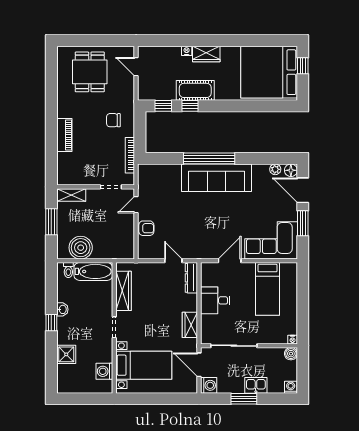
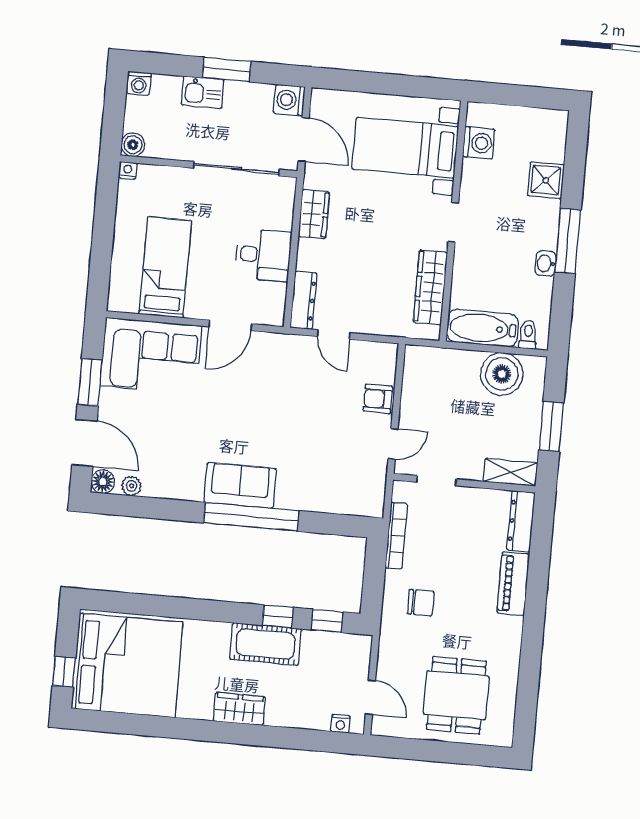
nightstand: (187, 51) -> (340, 724), moved
dresser: (63, 169) -> (521, 521), added
sofa: (217, 178) -> (240, 485), width x0.54, depth x0.79
window: (51, 323) -> (568, 241), width x2.17

